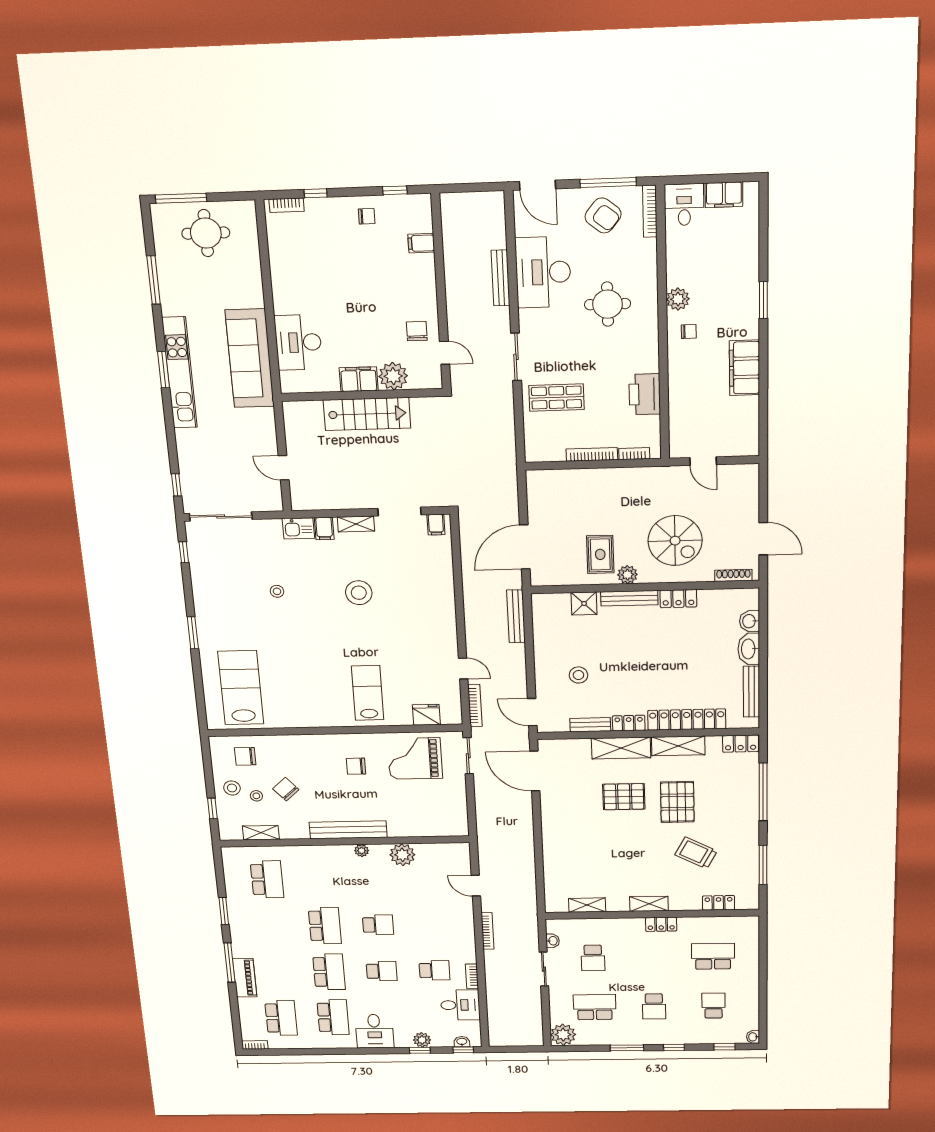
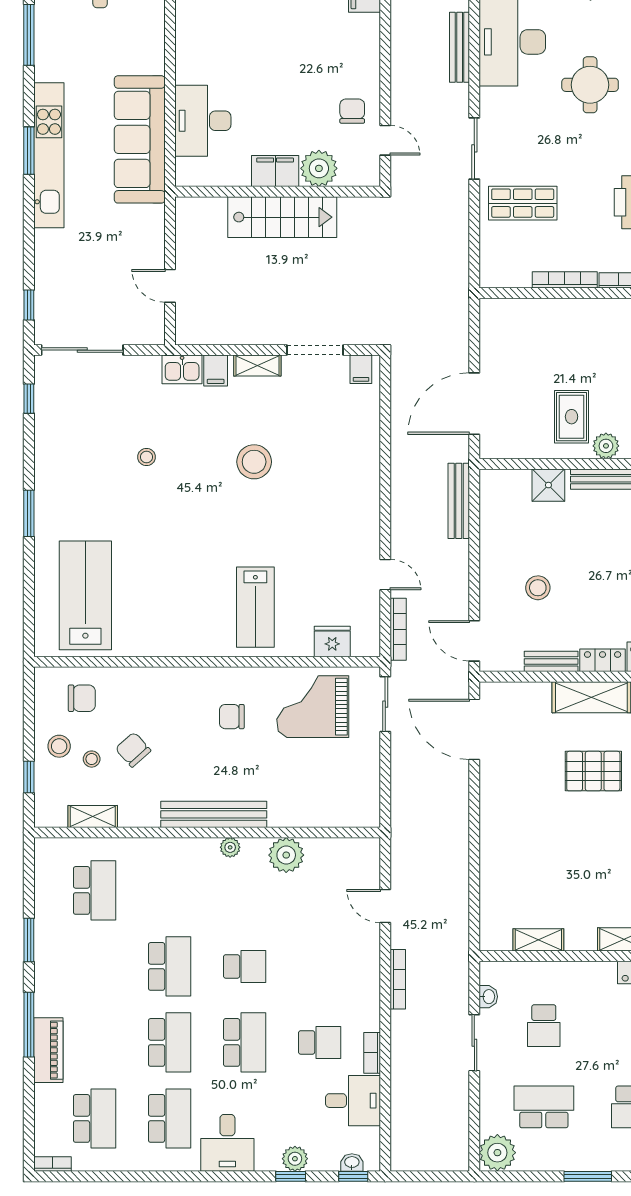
lab bench: (368, 693) -> (255, 607), turned 180
chair: (245, 756) -> (82, 698), turned 180
school desk: (382, 971) -> (245, 1042), width x1.85

